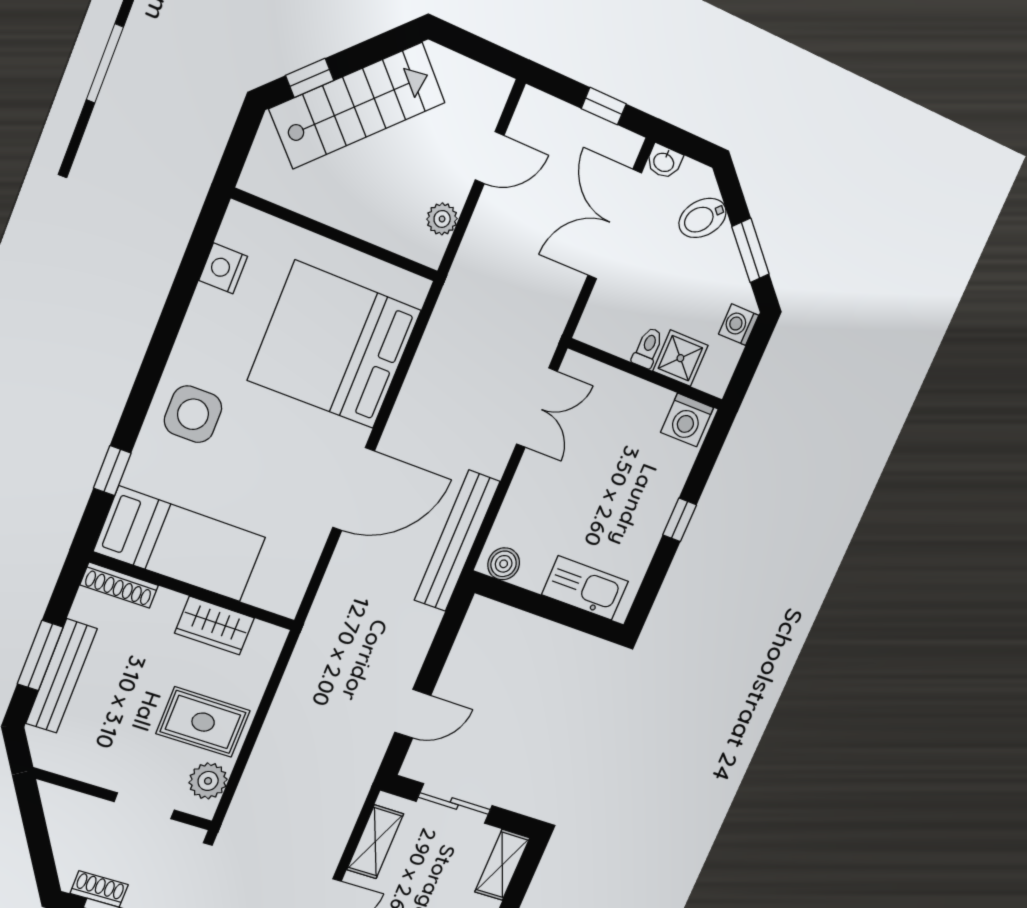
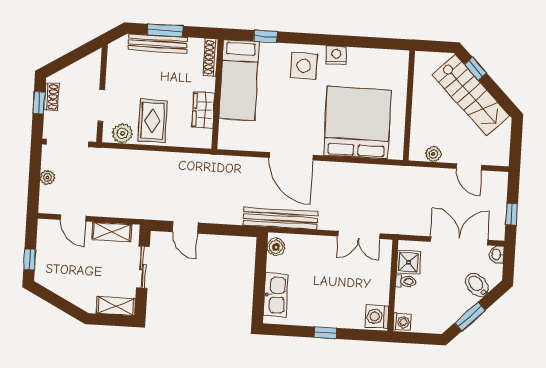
nightstand: (223, 268) -> (336, 55), moved
washing machine: (739, 325) -> (402, 322), moved, turned 90
shower: (680, 358) -> (408, 262), moved

